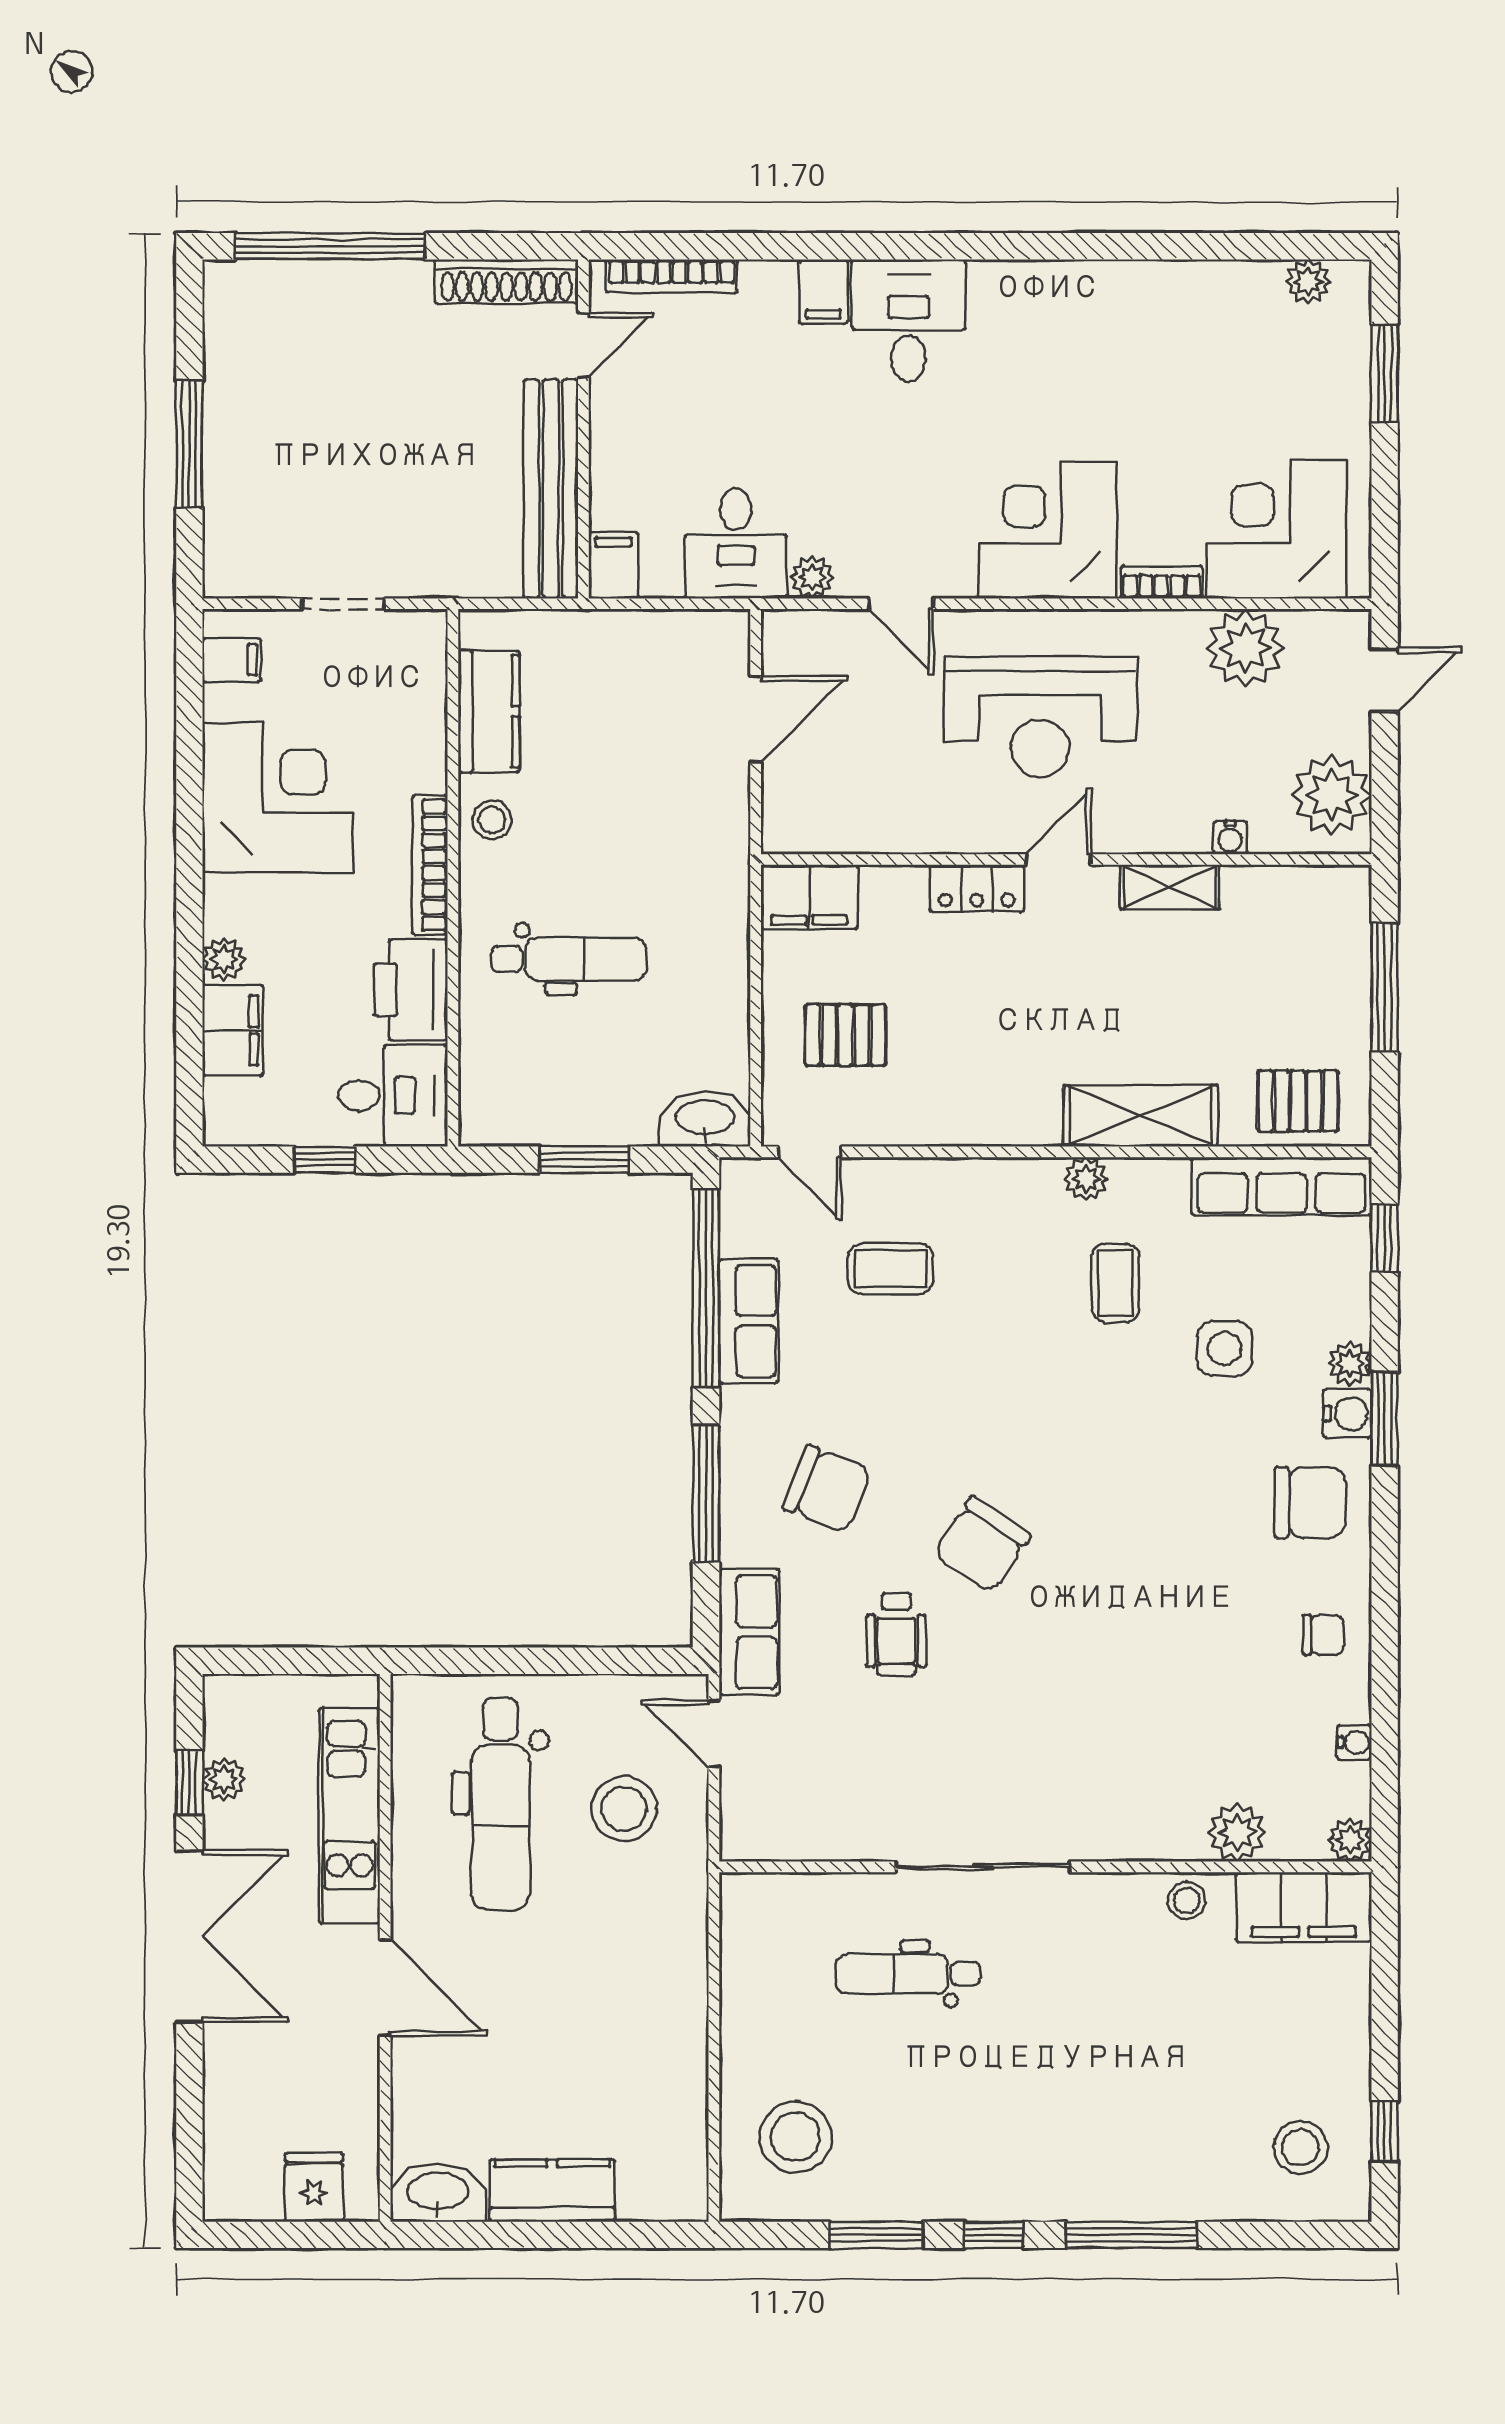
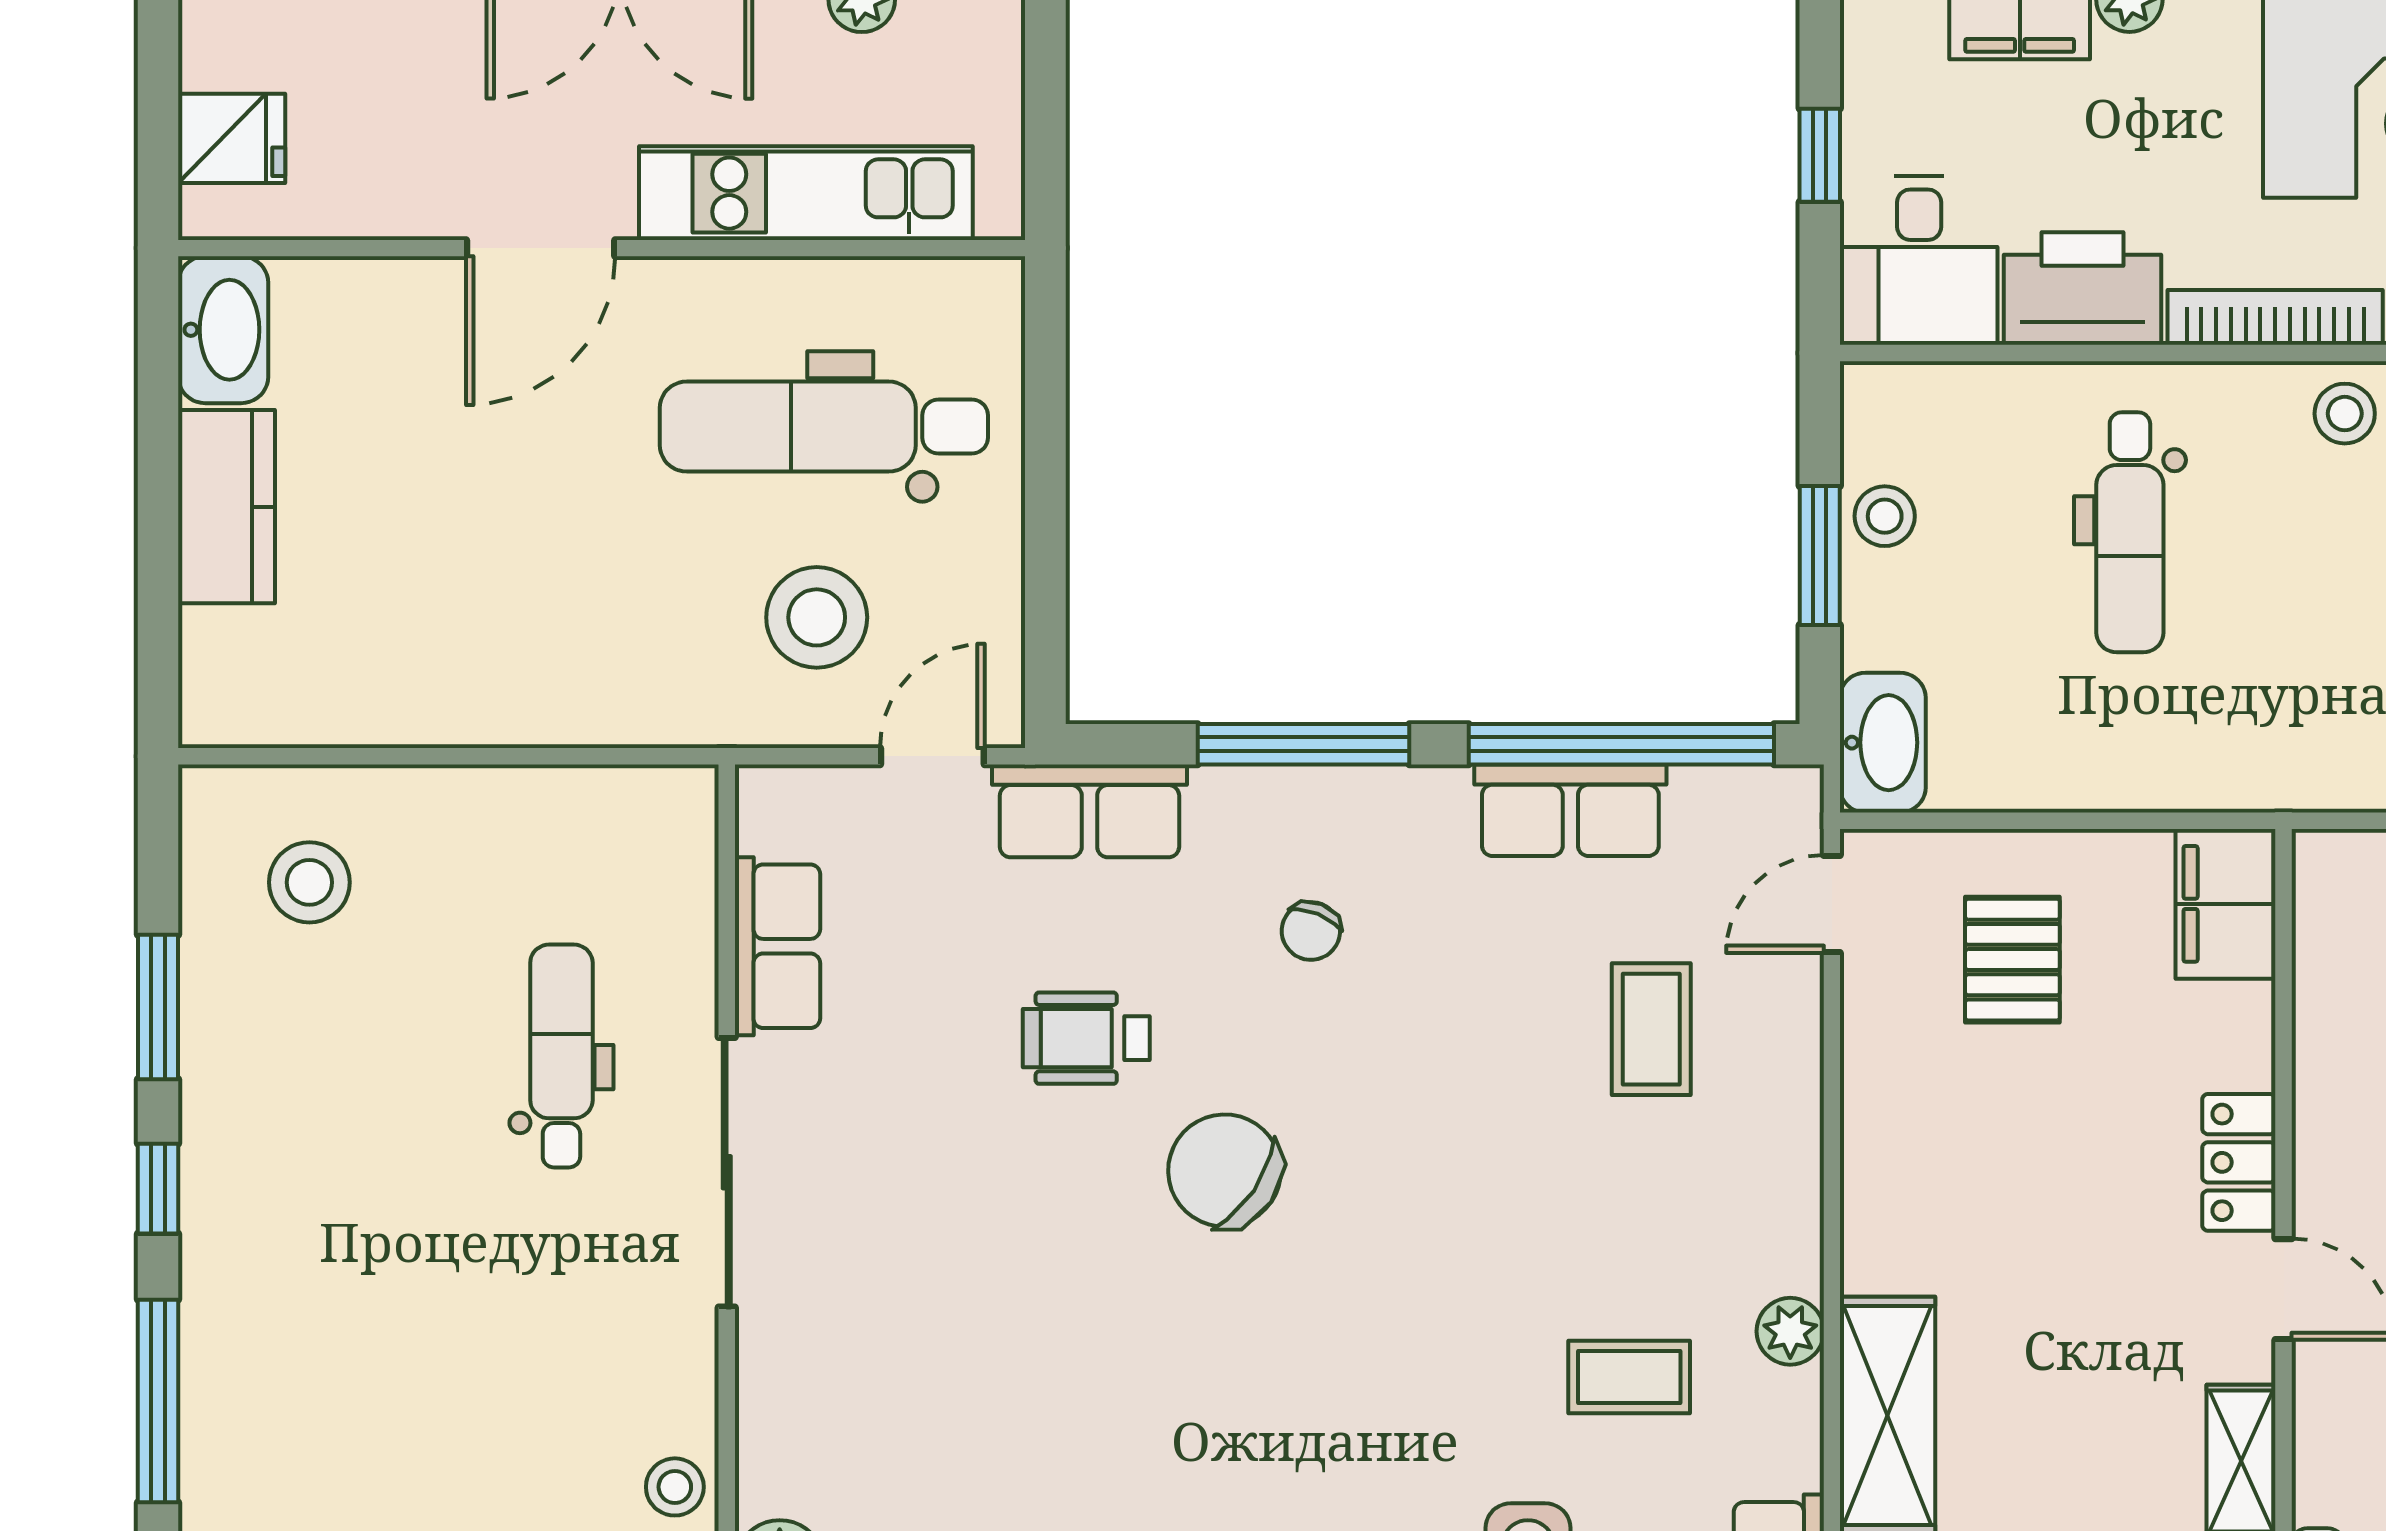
stool: (558, 1118) -> (1885, 516), added
chair: (827, 1489) -> (1311, 931), width x0.54, depth x0.54
row of seats: (837, 1834) -> (777, 946), added
stool: (795, 2137) -> (309, 882), width x0.73, depth x0.73

